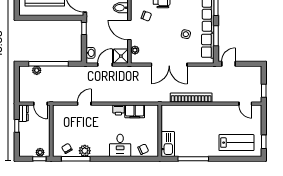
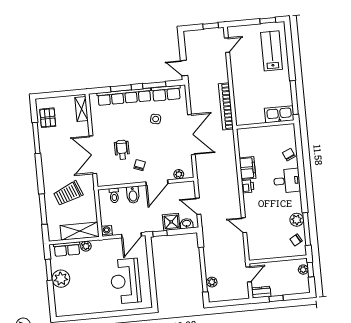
shower: (121, 56) -> (171, 222), moved
wall: (160, 131) -> (265, 125), moved
kitchen sink: (168, 144) -> (279, 114), moved

